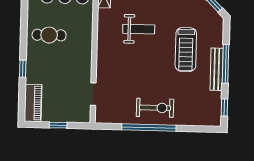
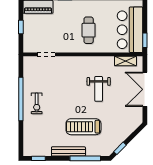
cafe table: (49, 35) -> (89, 30), moved
window: (226, 64) -> (85, 158), moved
exercise bike: (155, 108) -> (37, 103), width x0.73, depth x0.72

